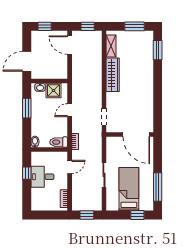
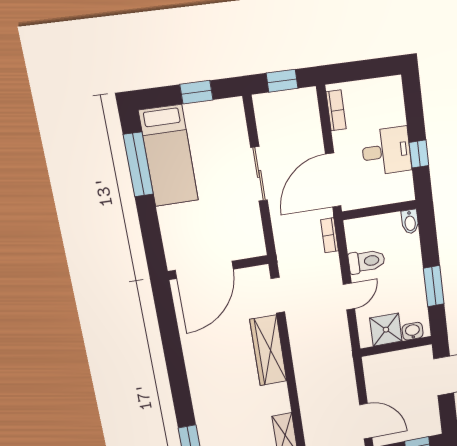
wardrobe: (113, 75) -> (268, 350), moved
door: (136, 135) -> (204, 270), swing flipped
toilet: (59, 142) -> (367, 261), moved
door: (70, 167) -> (333, 180), width x1.88
bed: (129, 189) -> (169, 156), moved
window: (137, 215) -> (196, 92), moved

